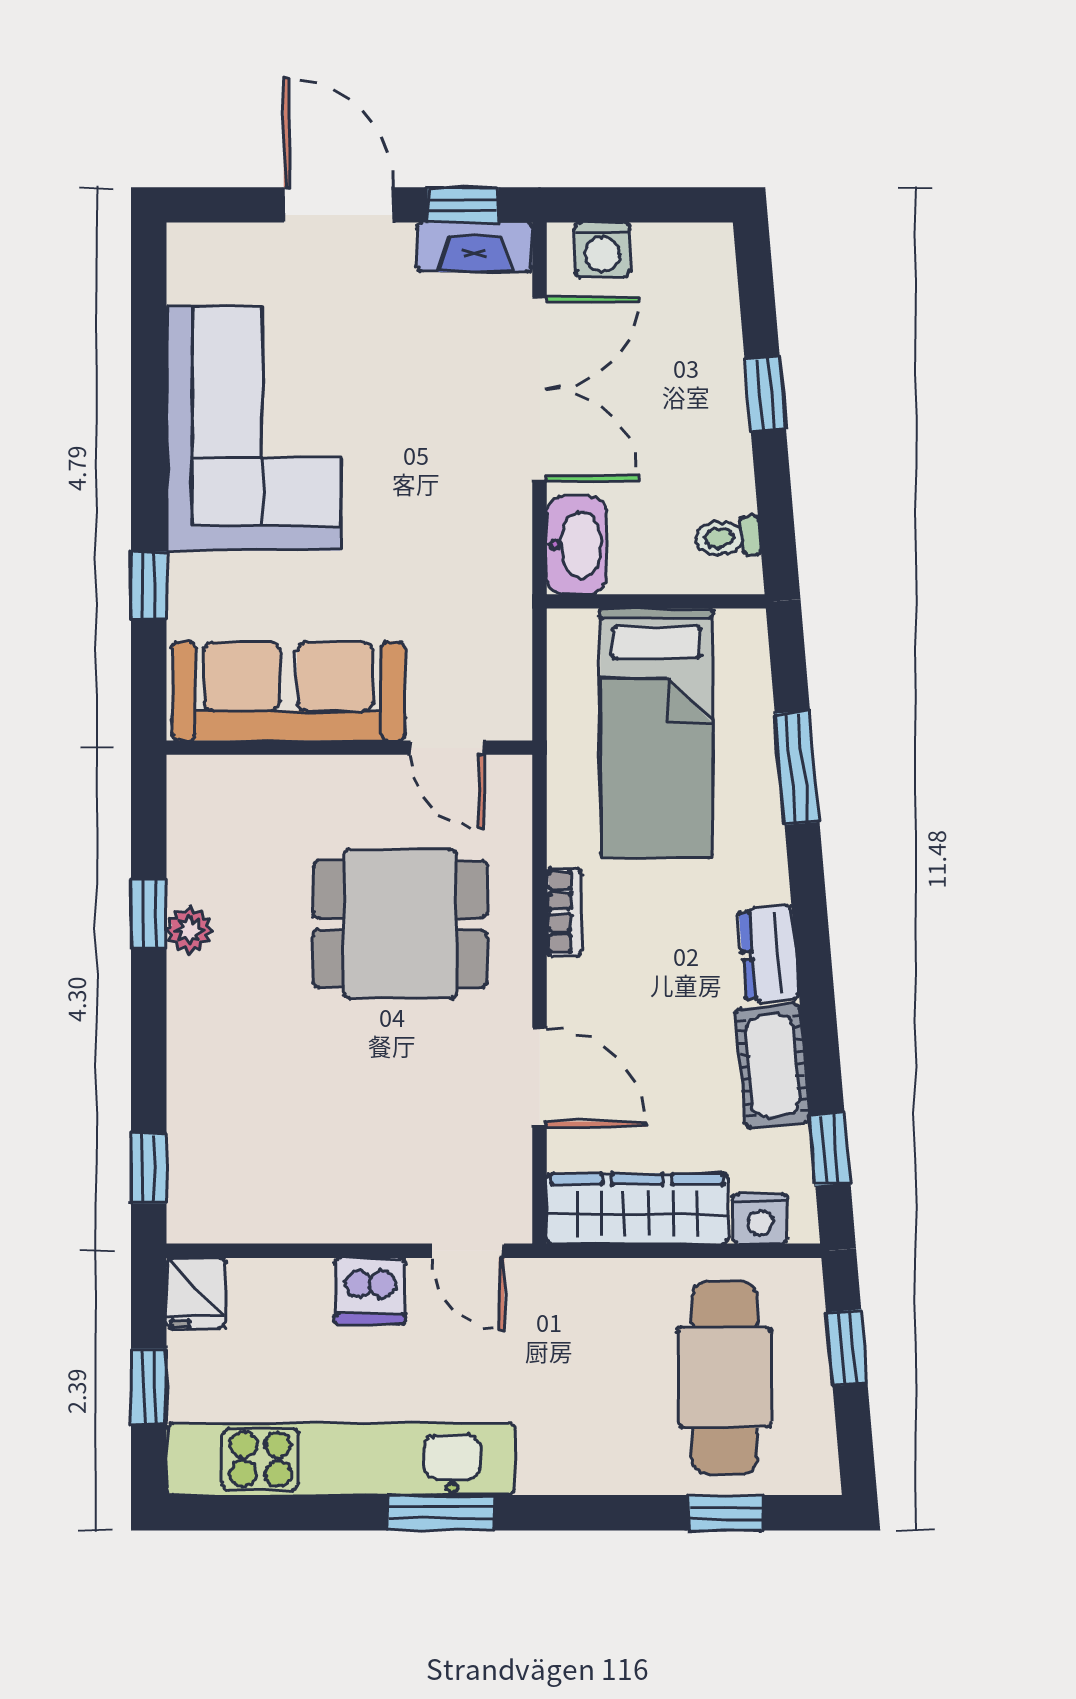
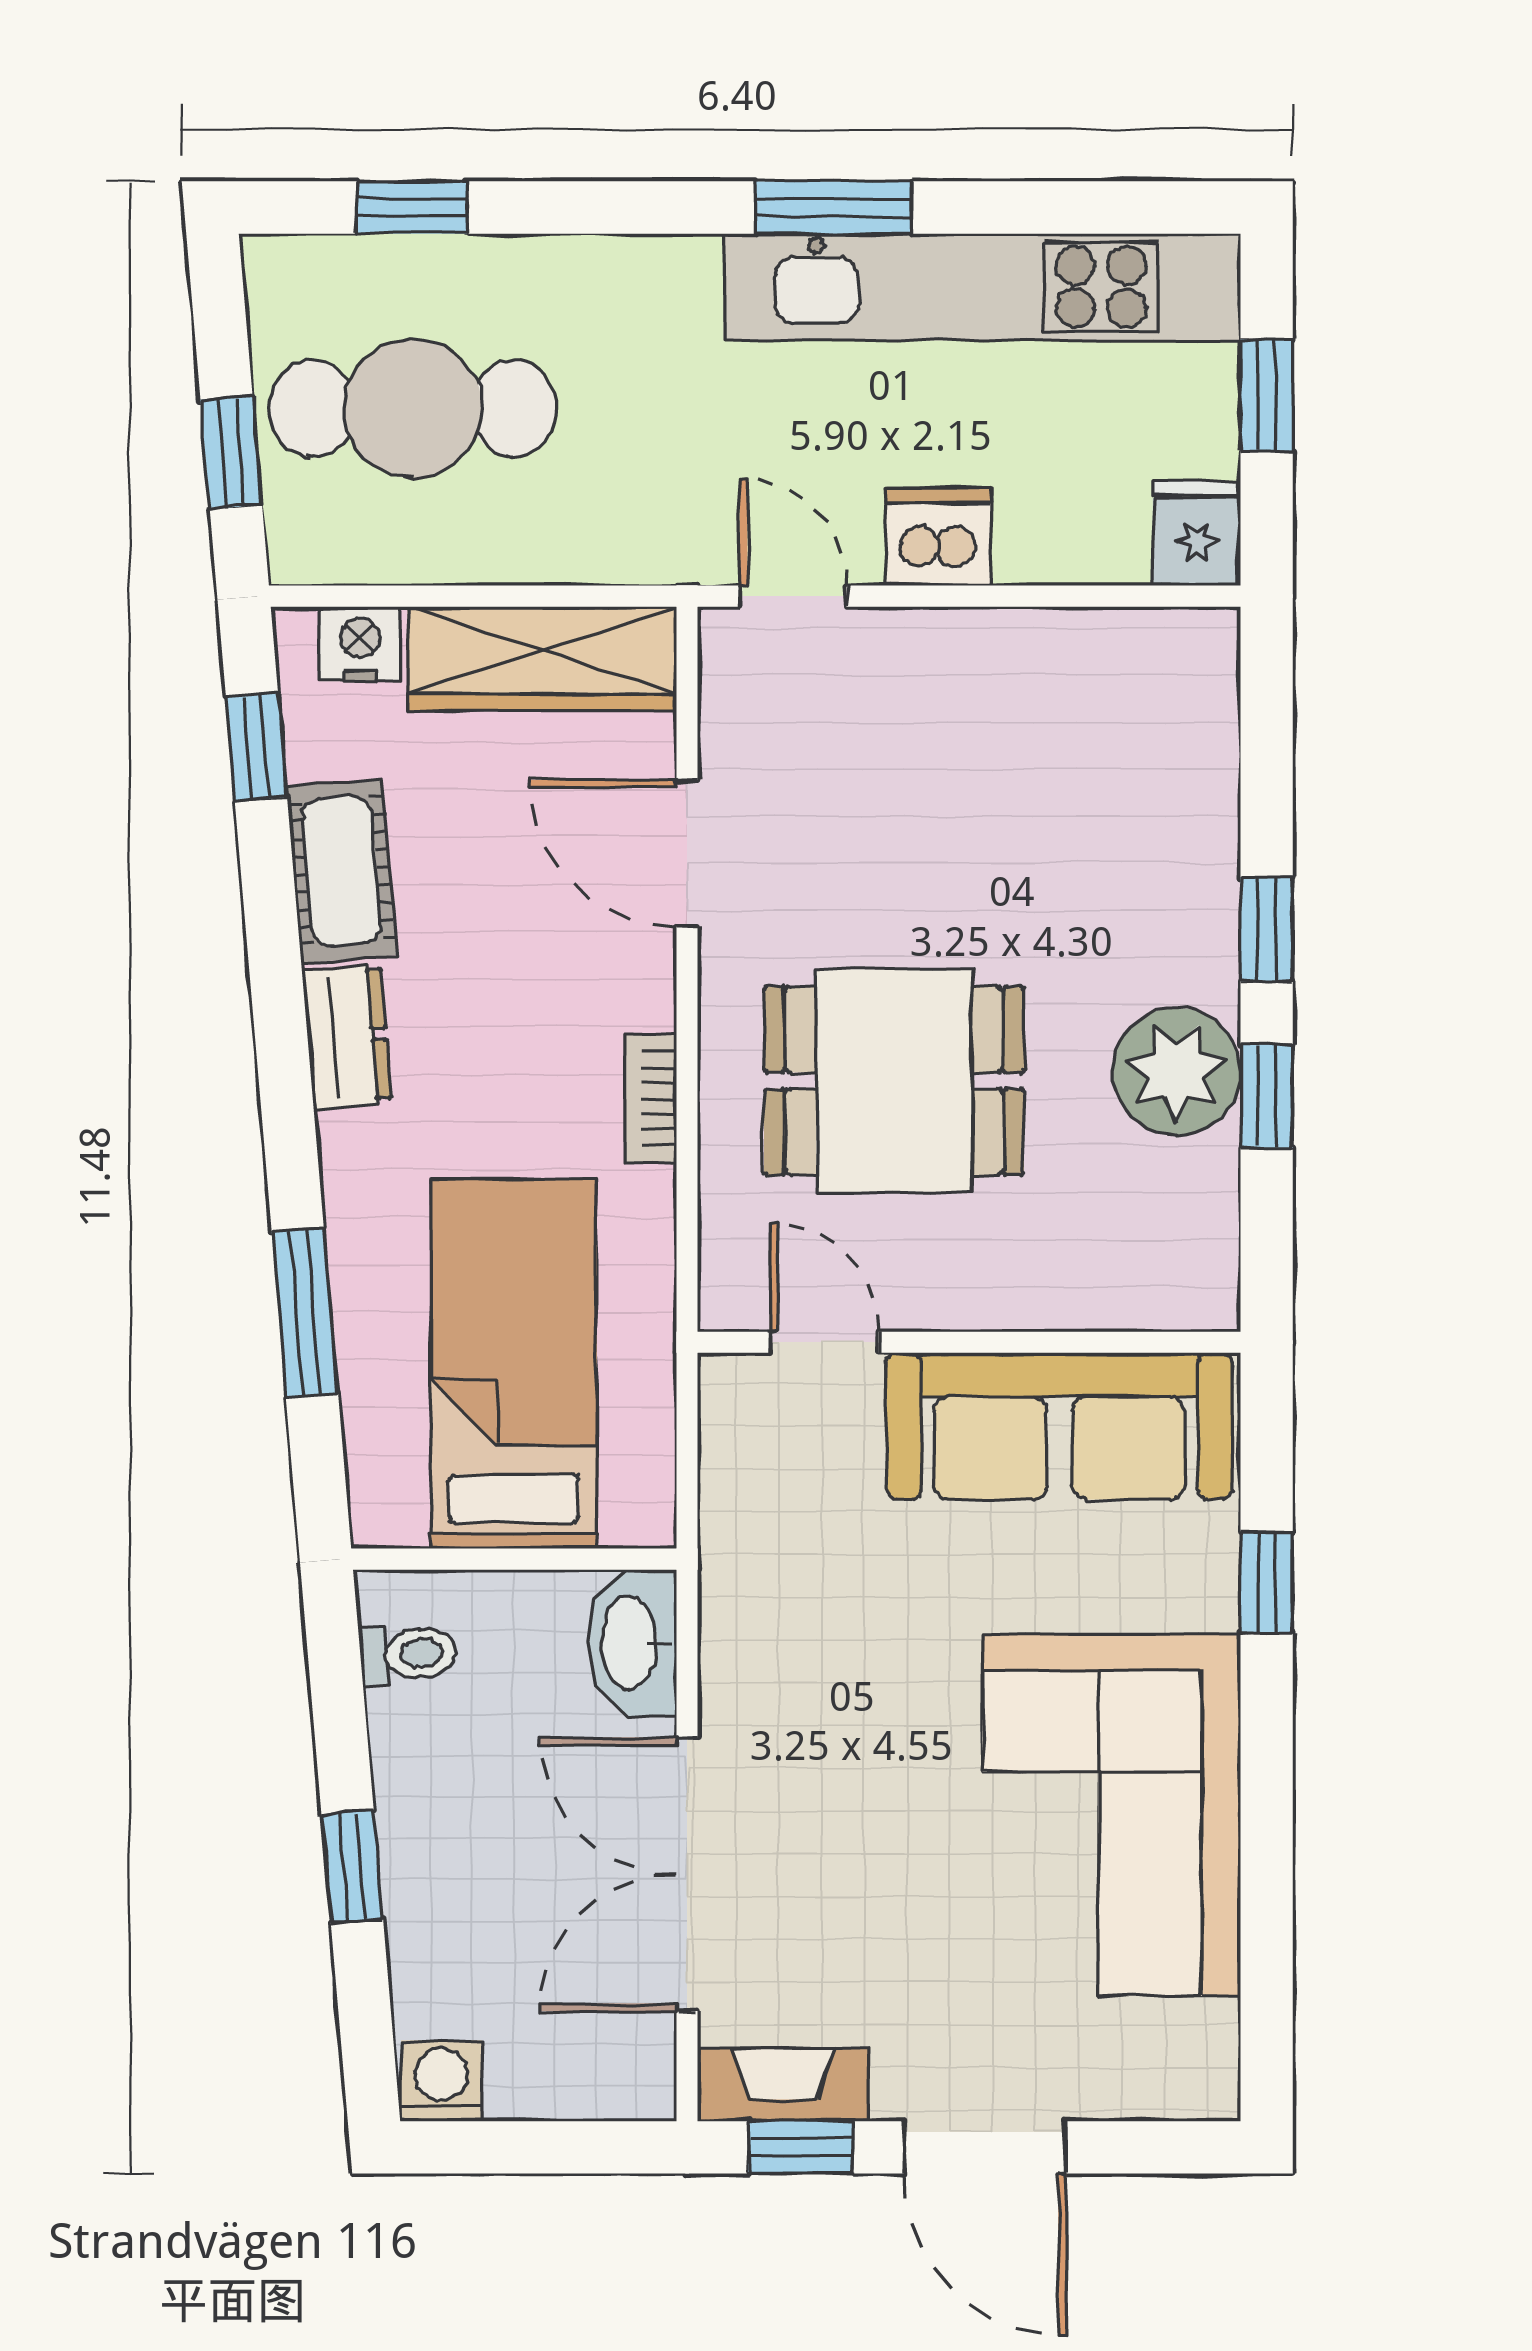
washing machine: (602, 250) -> (441, 2081), moved
plant: (189, 930) -> (1177, 1071), width x1.87, depth x1.87
window: (149, 1169) -> (1267, 929), moved
cafe table: (725, 1377) -> (413, 408), turned 90

